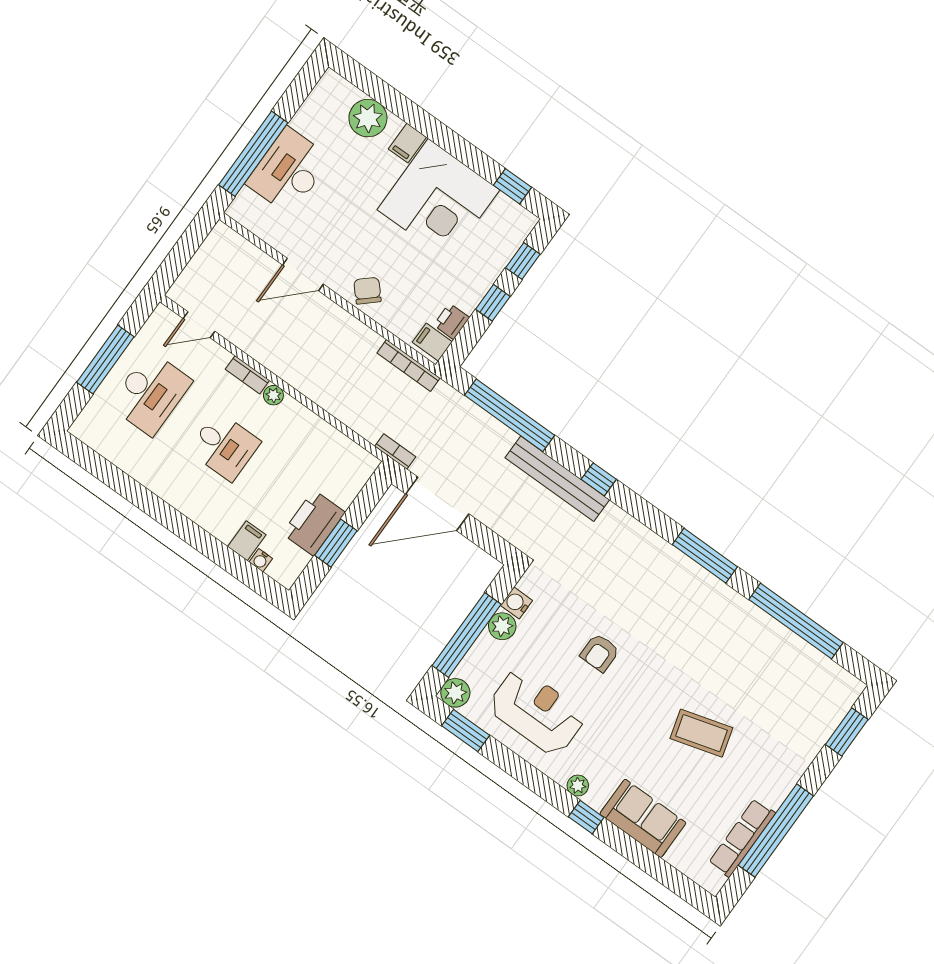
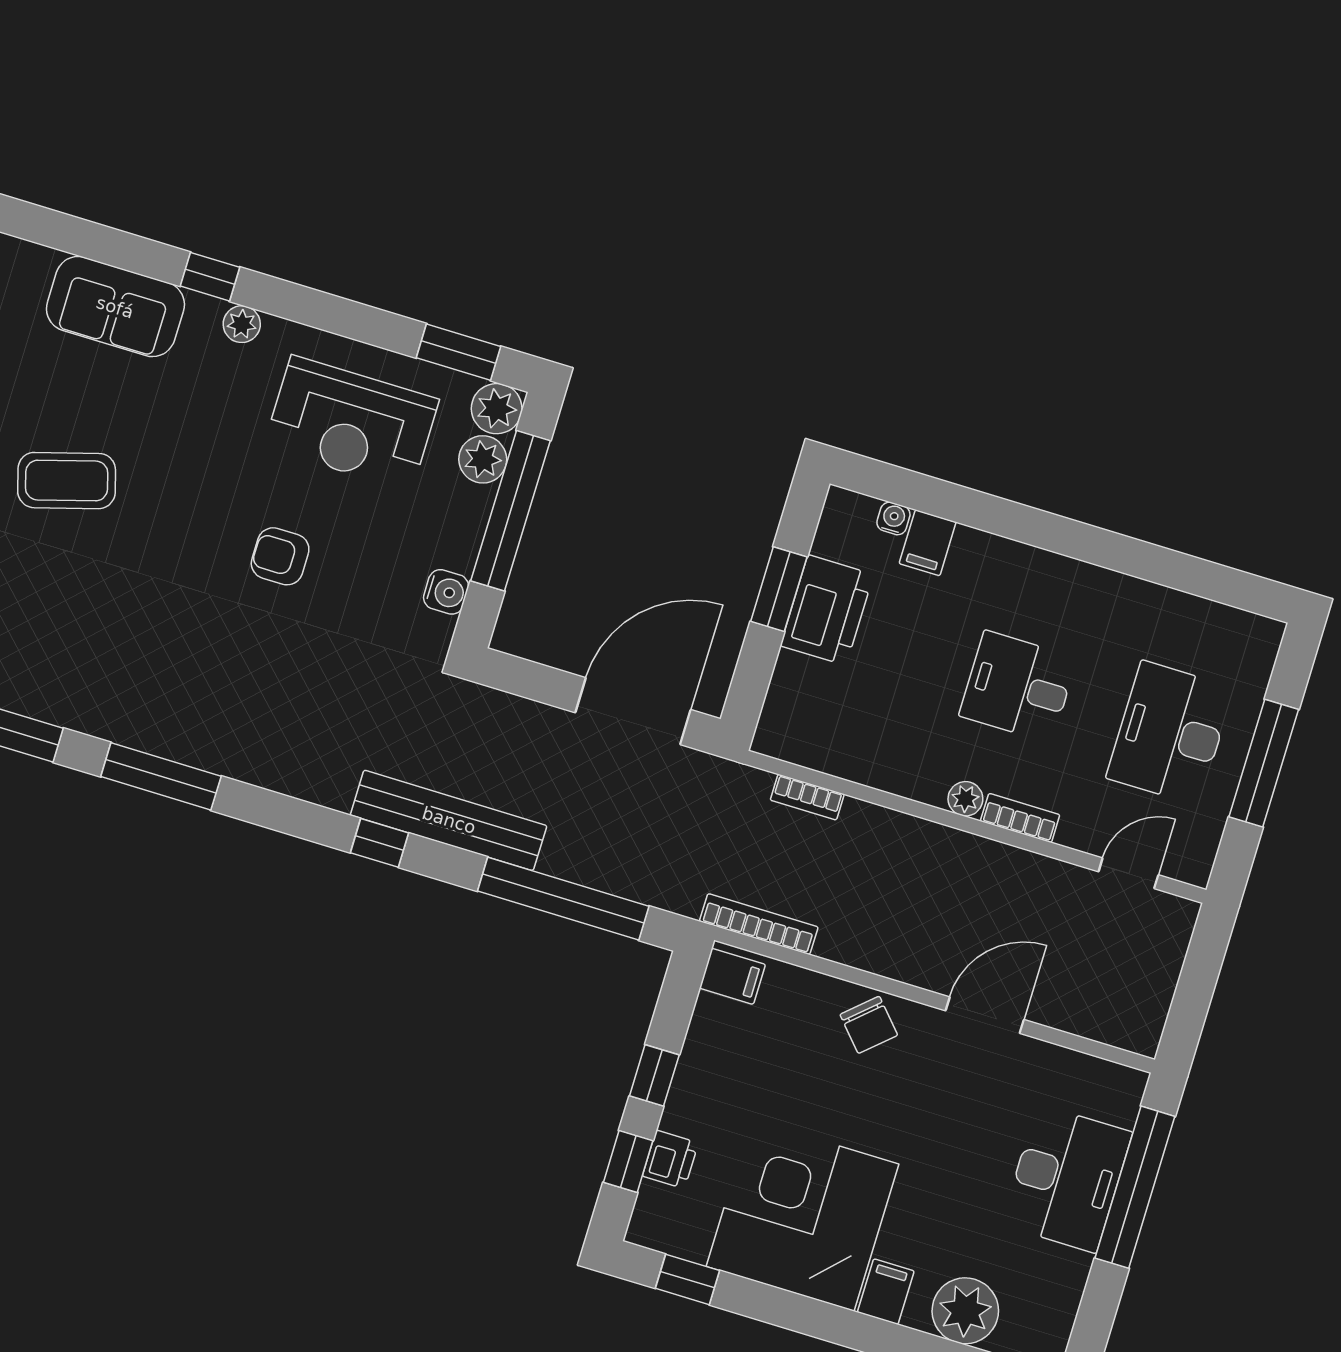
printer: (452, 321) -> (670, 1159), moved
bookcase: (395, 451) -> (807, 797), moved
plant: (502, 626) -> (483, 459), moved
armchair: (600, 653) -> (280, 556), turned -90

